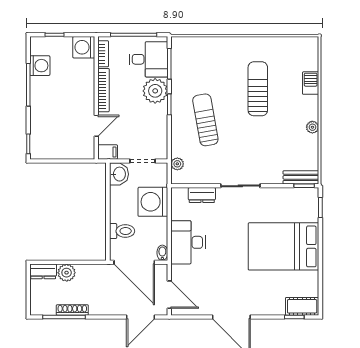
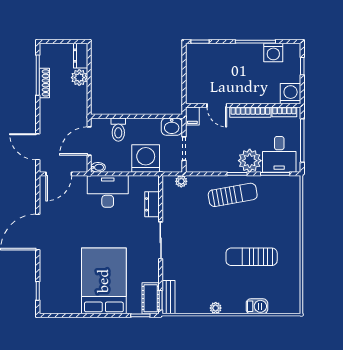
sun lounger: (258, 89) -> (252, 257), turned 180
sun lounger: (205, 120) -> (233, 195), moved
door: (134, 262) -> (89, 141), width x0.73
cot: (302, 306) -> (151, 298), moved

